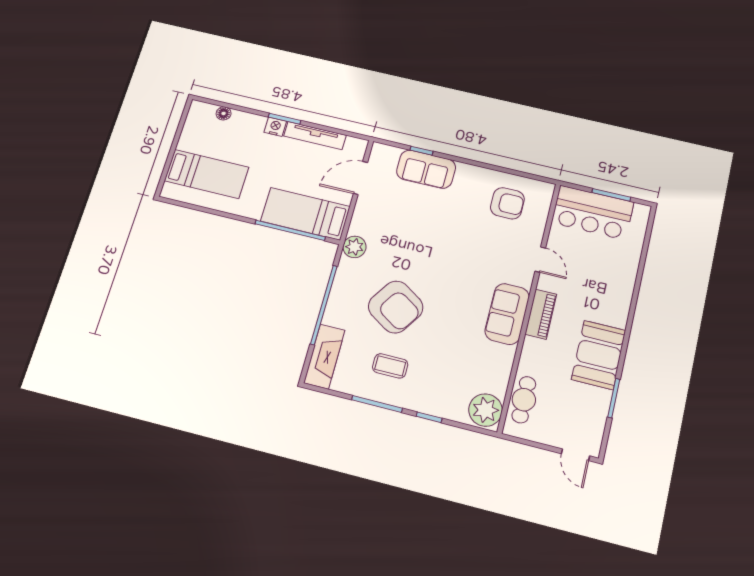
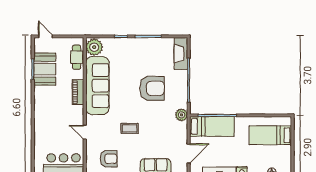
armchair: (507, 203) -> (109, 159), turned 180
armchair: (396, 307) -> (152, 88), turned 147
sofa: (507, 314) -> (97, 86), width x1.85, depth x1.27
piano: (541, 314) -> (78, 92), moved
booth: (599, 355) -> (45, 69), moved
coffee table: (390, 366) -> (130, 128), moved

